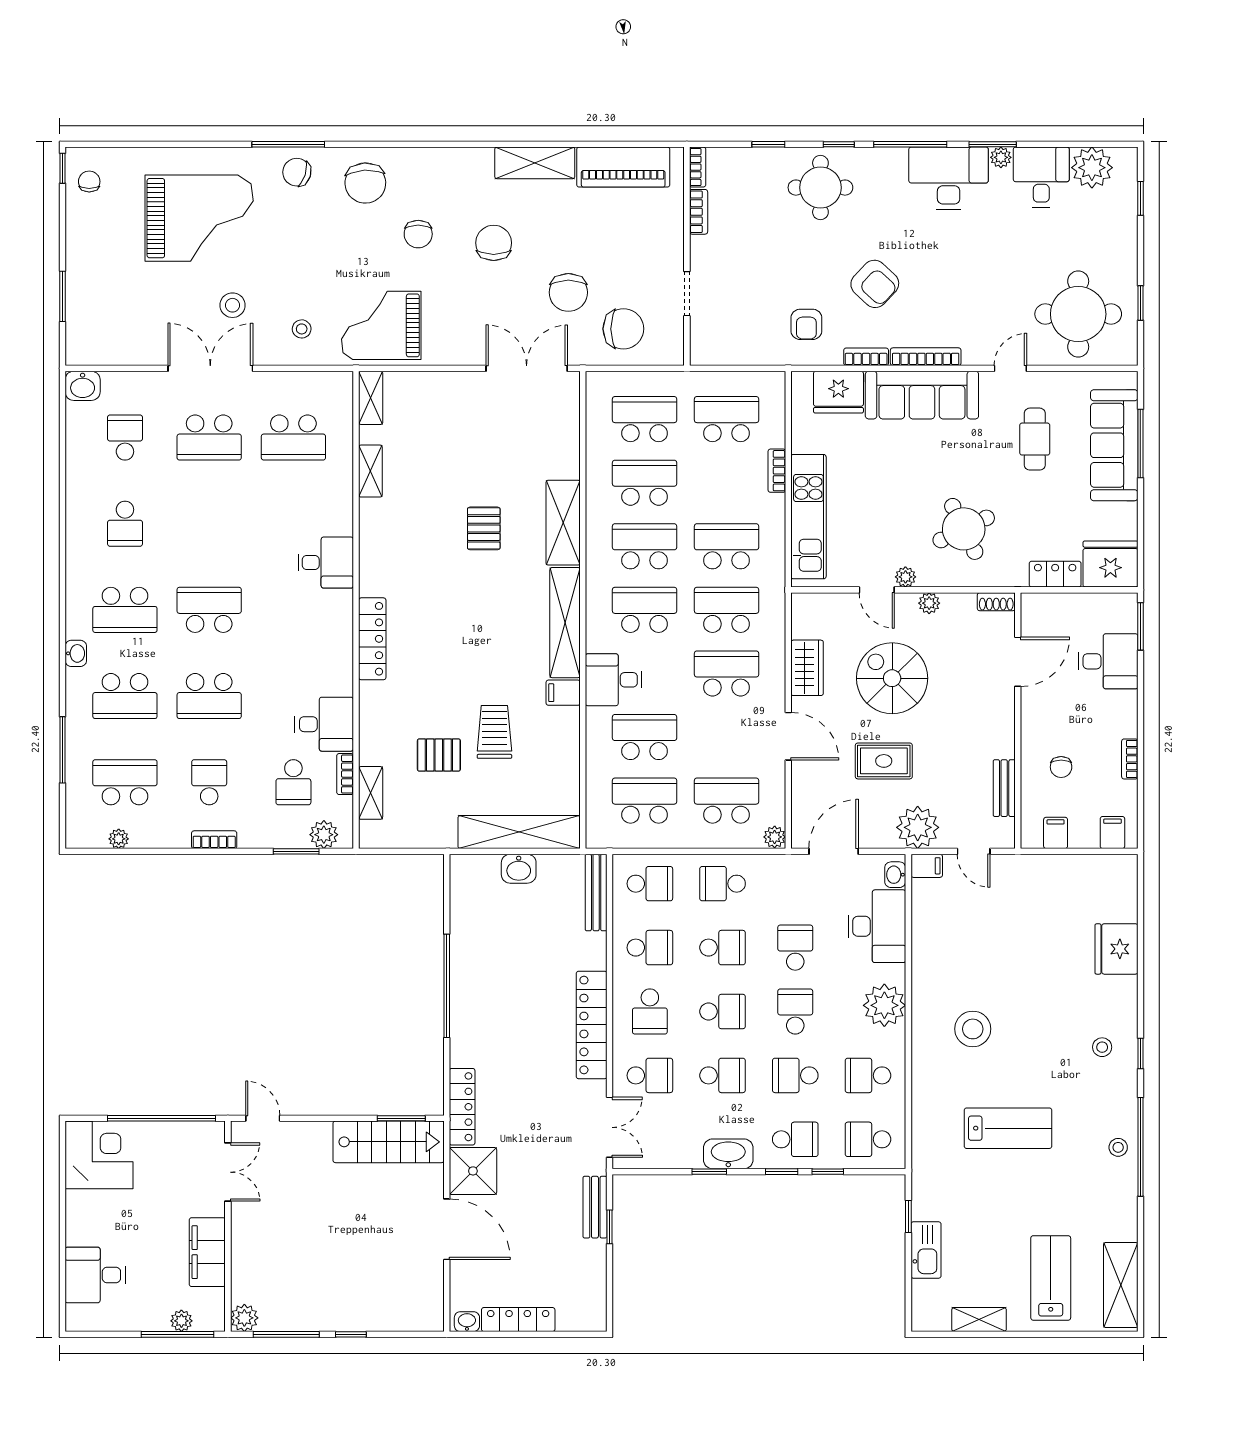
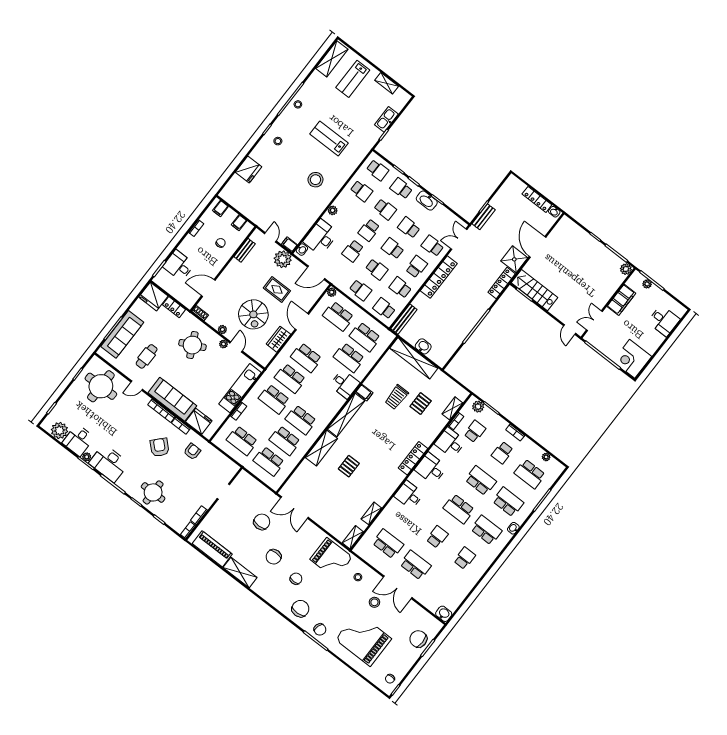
chair: (623, 329) -> (418, 639), moved
school desk: (125, 438) -> (437, 537), moved, turned 180
school desk: (645, 610) -> (317, 399), removed
desk: (323, 646) -> (431, 468), added
pallet: (439, 755) -> (421, 404), turned 90
school desk: (723, 948) -> (377, 269), turned 180
plant: (884, 1005) -> (333, 210), width x0.53, depth x0.53

